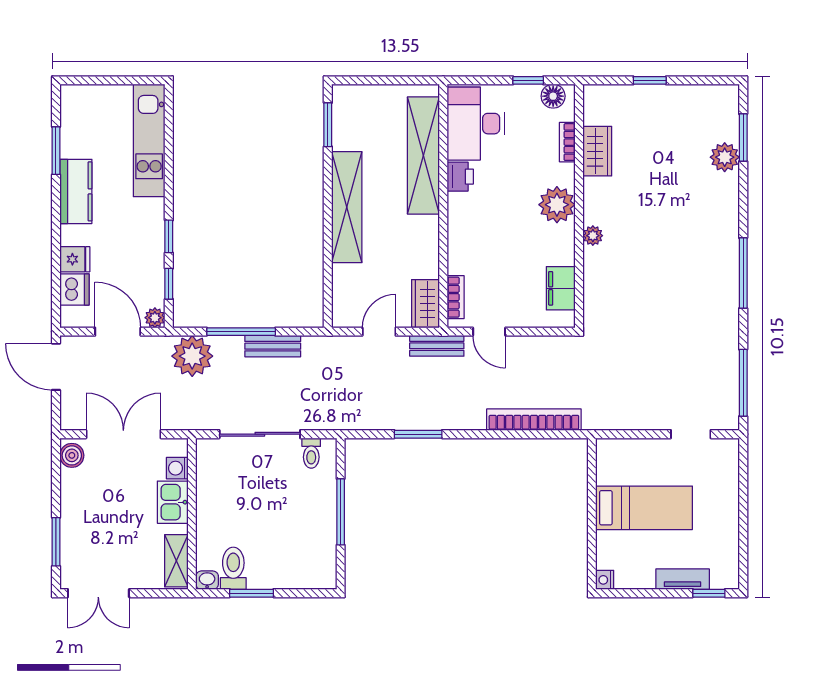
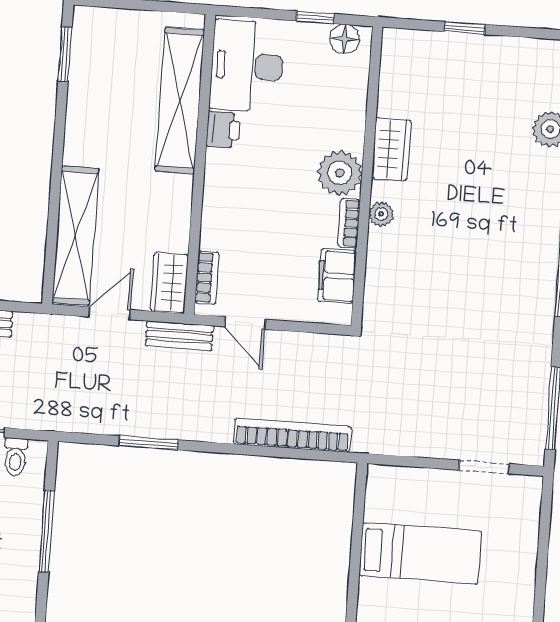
bookcase: (567, 142) -> (349, 223), moved
wardrobe: (597, 151) -> (391, 149), moved
shelving: (347, 207) -> (75, 236), moved

